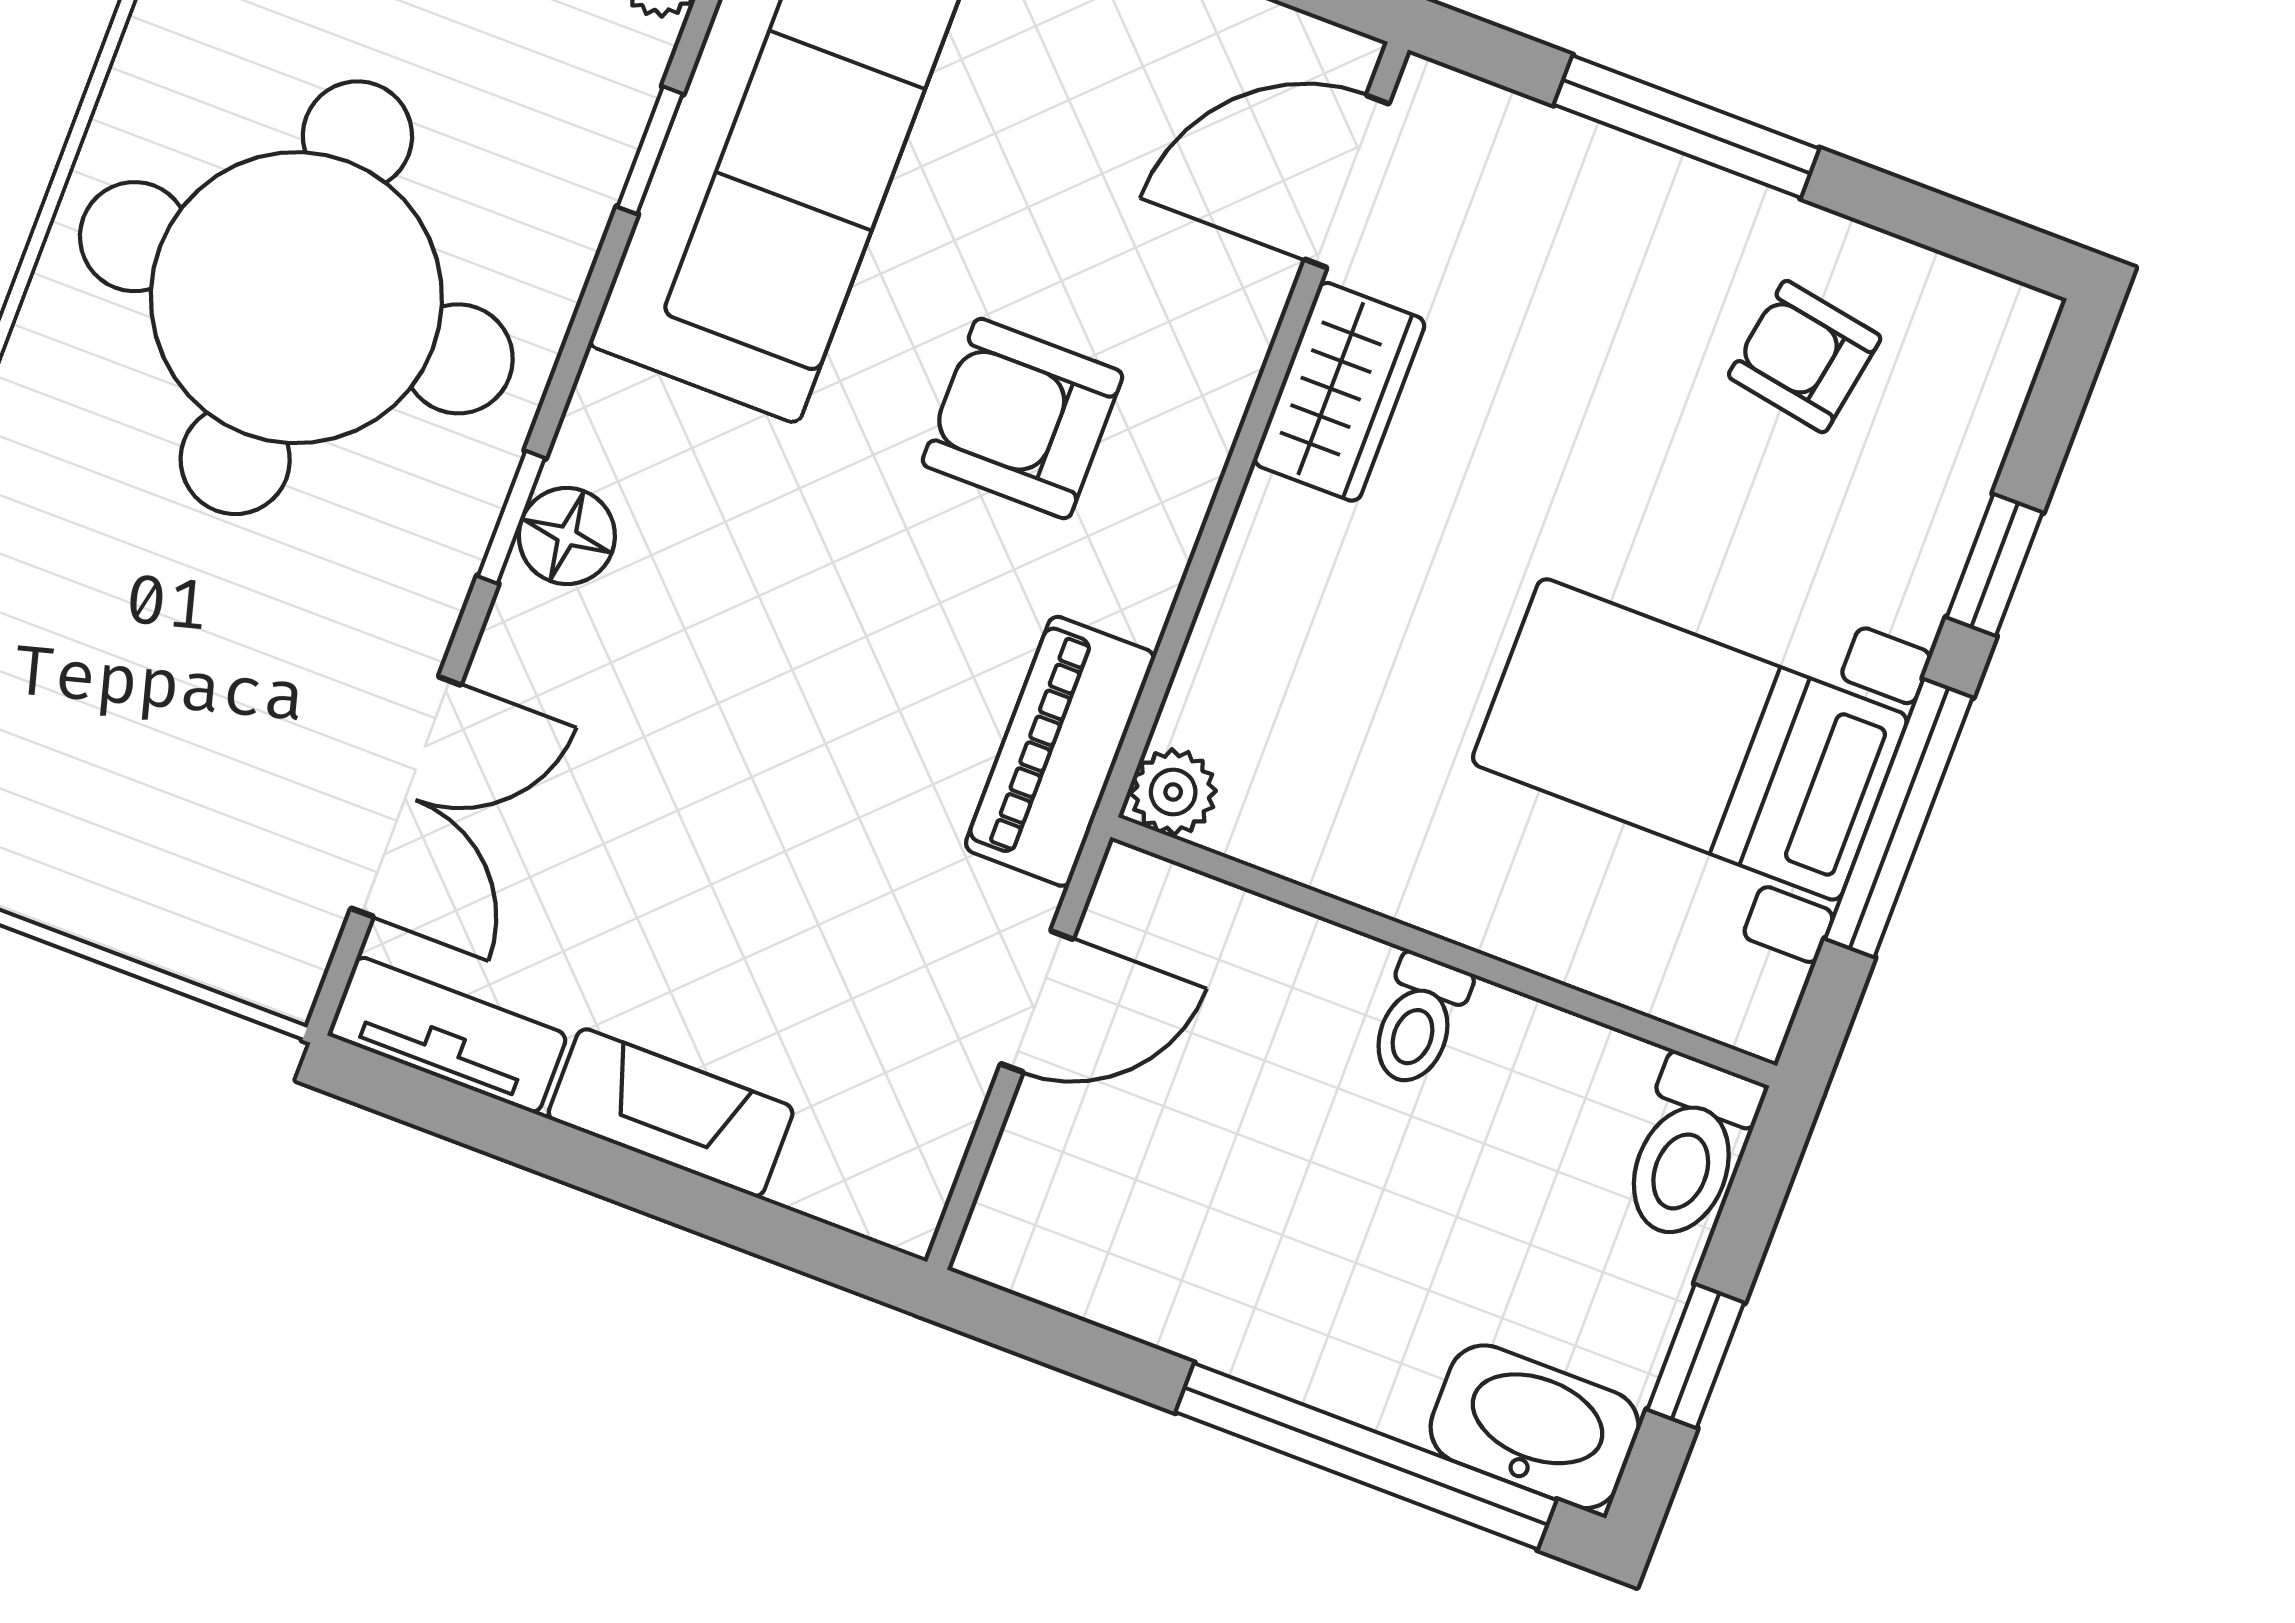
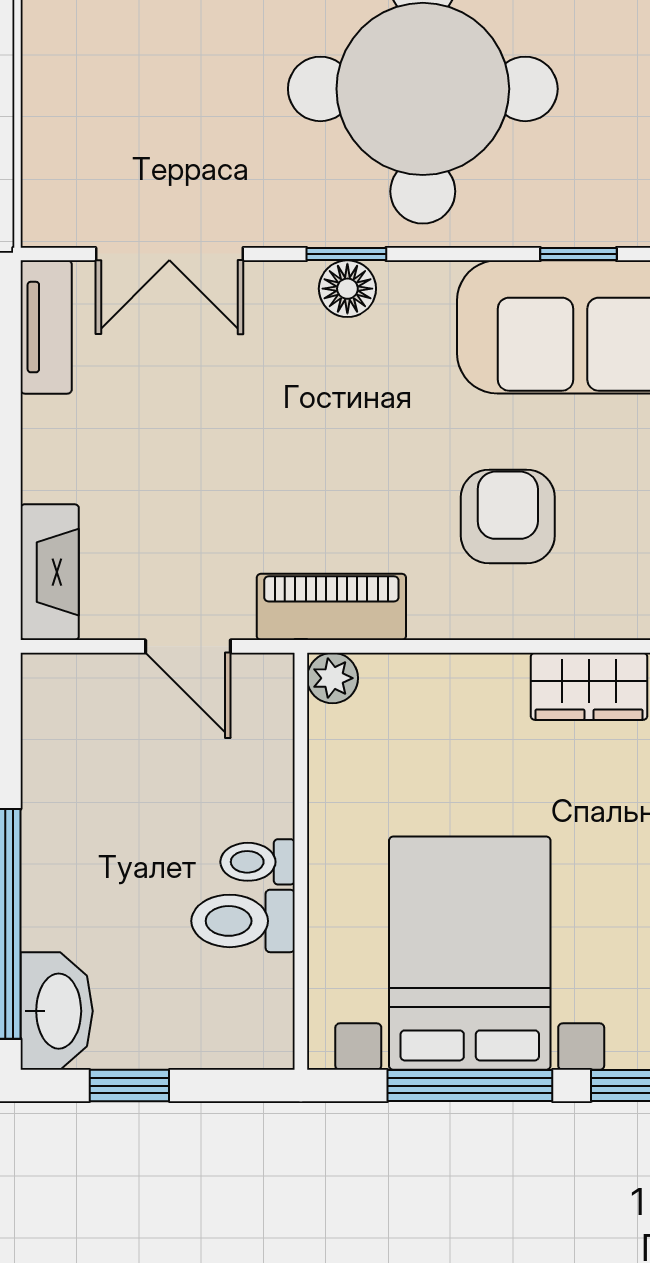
bed with nightstands: (1690, 739) -> (470, 953), width x1.36
fireplace: (671, 1113) -> (50, 572), moved
toilet: (1689, 1149) -> (243, 921), moved

